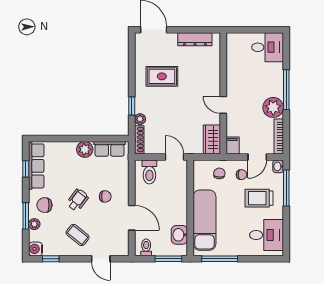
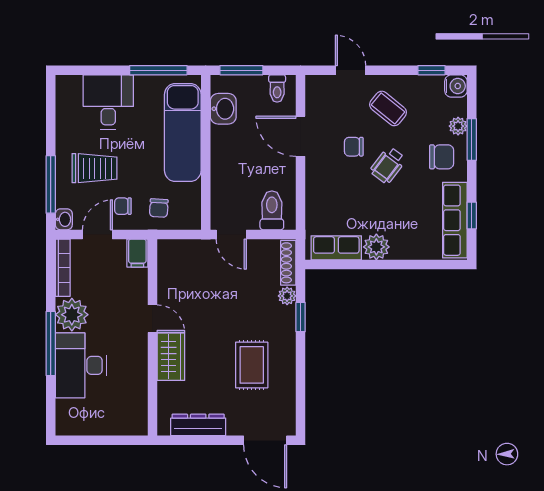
desk: (268, 47) -> (81, 365), moved, width x1.37
rug: (162, 76) -> (252, 365), turned 90
wardrobe: (212, 140) -> (171, 357), moved
chair: (105, 196) -> (354, 147), moved
desk: (266, 235) -> (108, 102), moved, turned 90

